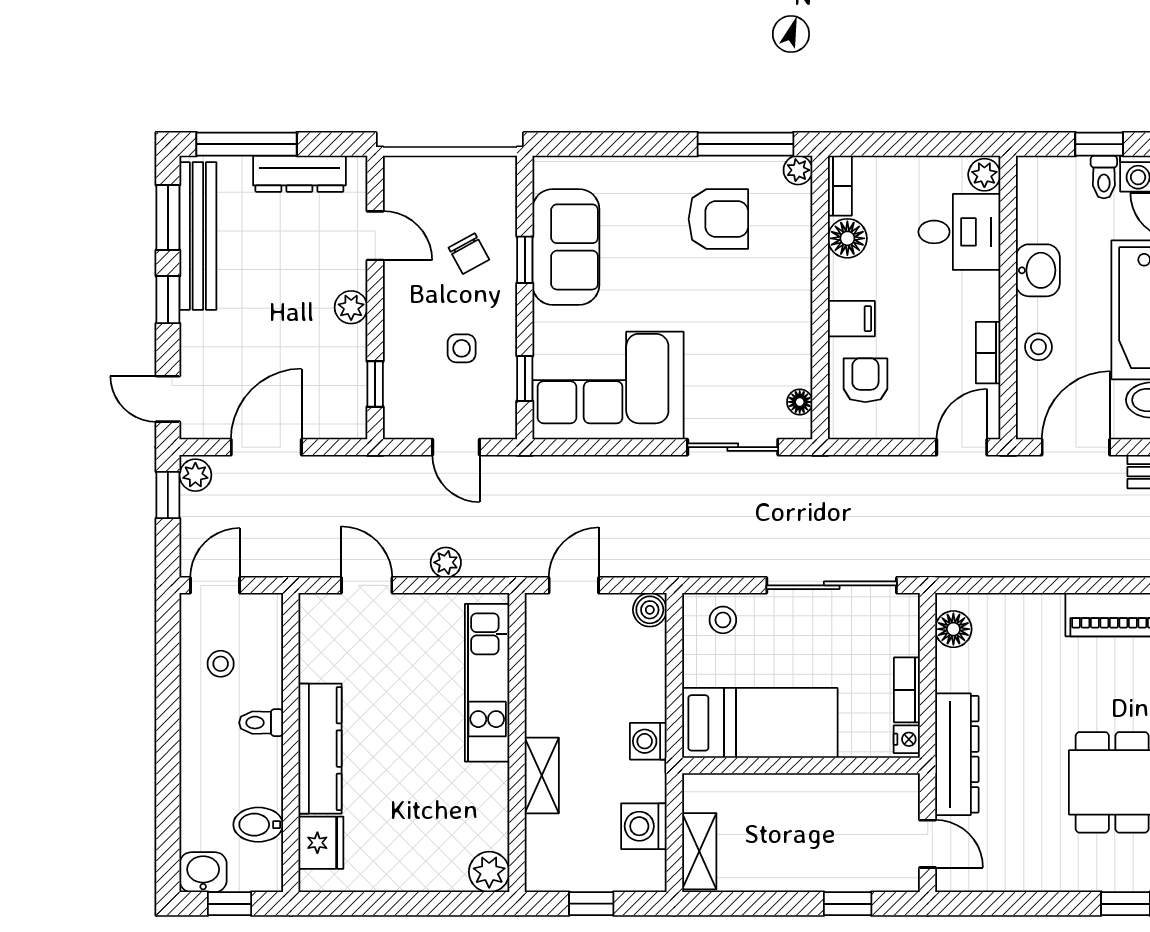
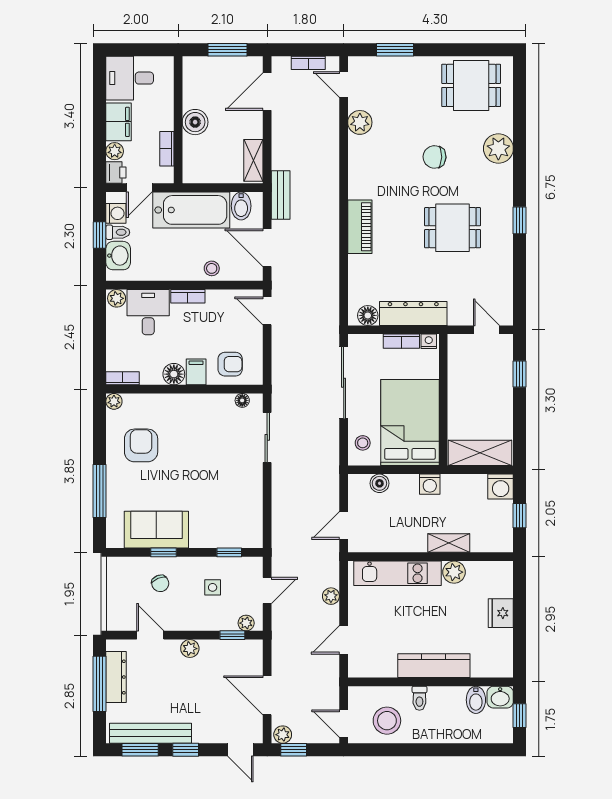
window: (247, 144) -> (100, 684), moved
window: (746, 144) -> (100, 491), moved
door: (375, 236) -> (150, 635), hinge flipped
floor lamp: (847, 238) -> (174, 374), moved
chair: (469, 254) -> (160, 583), turned 97
washbasin: (1038, 270) -> (118, 256), moved, turned 90
bookcase: (988, 353) -> (188, 296), moved
armchair: (865, 380) -> (230, 364), turned 180
corner sofa: (608, 386) -> (233, 506), removed
door: (168, 399) -> (240, 750), hinge flipped
plant: (397, 409) -> (246, 623), added
door: (574, 585) -> (344, 525), hinge flipped
boiler: (650, 610) -> (379, 483), moved
stool: (221, 664) -> (387, 721), width x1.89, depth x1.89
bed: (760, 723) -> (410, 422), width x1.50
dresser: (957, 754) -> (413, 313), moved
washing machine: (644, 826) -> (501, 487), moved
fridge: (321, 843) -> (501, 613), moved, turned -90
door: (928, 844) -> (486, 330), hinge flipped
shelving: (699, 851) -> (480, 453), width x1.50, depth x1.33
washbasin: (203, 872) -> (500, 697), moved, turned -90
plant: (489, 872) -> (454, 572), moved

